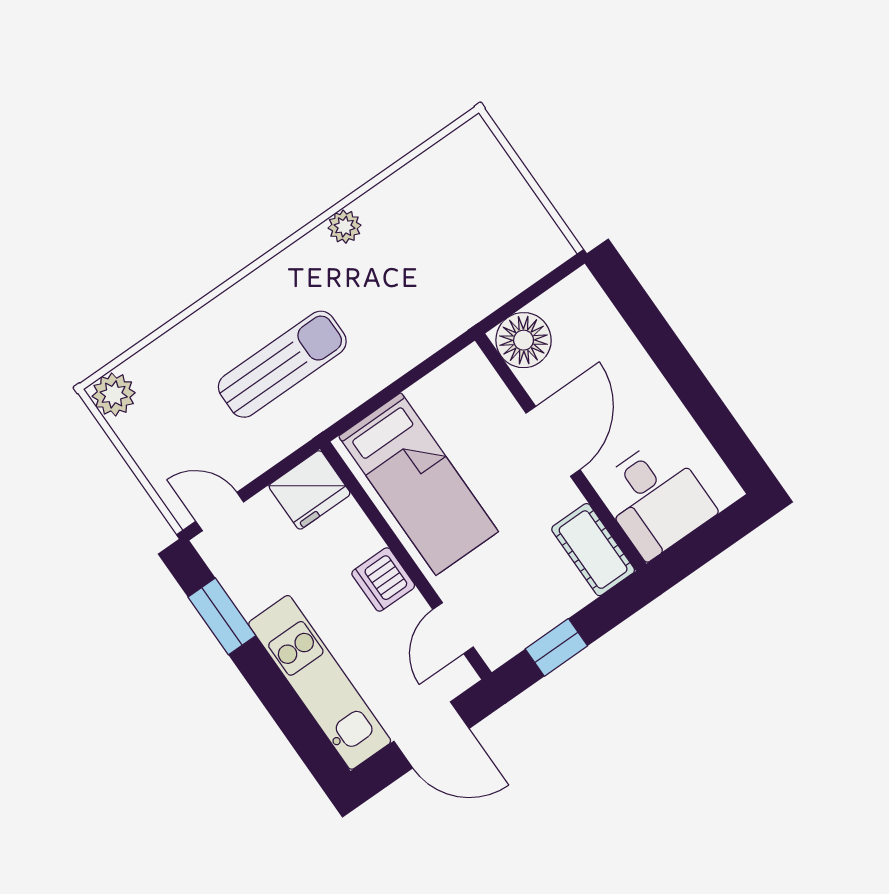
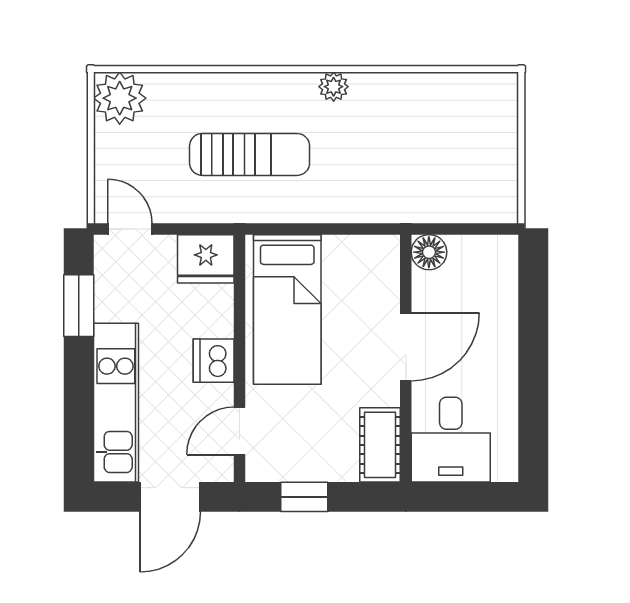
plant: (345, 227) -> (334, 87), moved
floor lamp: (524, 340) -> (429, 252), width x0.73, depth x0.73
plant: (114, 394) -> (120, 98), width x1.36, depth x1.36
door: (432, 735) -> (170, 497), hinge flipped

